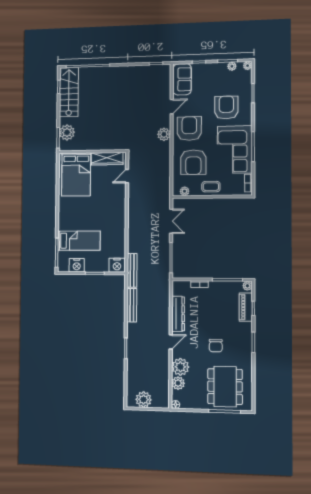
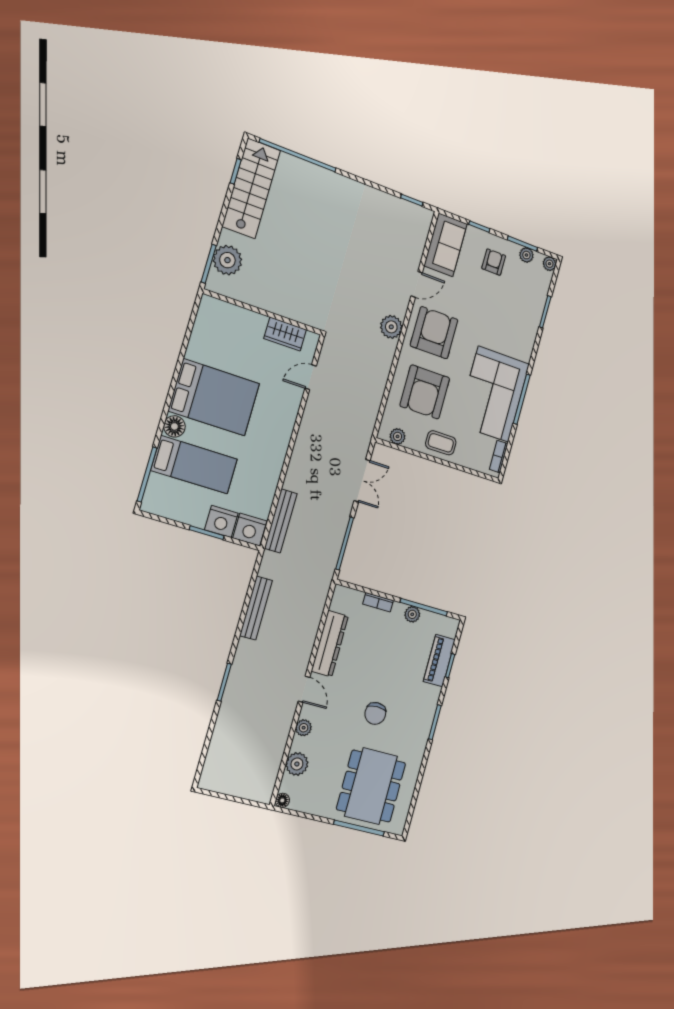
armchair: (226, 108) -> (494, 262), moved, width x0.53, depth x0.53
wardrobe: (107, 159) -> (285, 334), width x0.67
bed: (76, 174) -> (214, 397), moved, turned -90
floor lamp: (64, 225) -> (174, 426), added
nightstand: (77, 265) -> (221, 521), moved
bench: (132, 270) -> (281, 521), moved
plant: (247, 286) -> (412, 614), moved
door: (171, 342) -> (304, 689), hinge flipped
plant: (180, 367) -> (304, 728), width x0.53, depth x0.53
plant: (144, 400) -> (230, 780), removed

